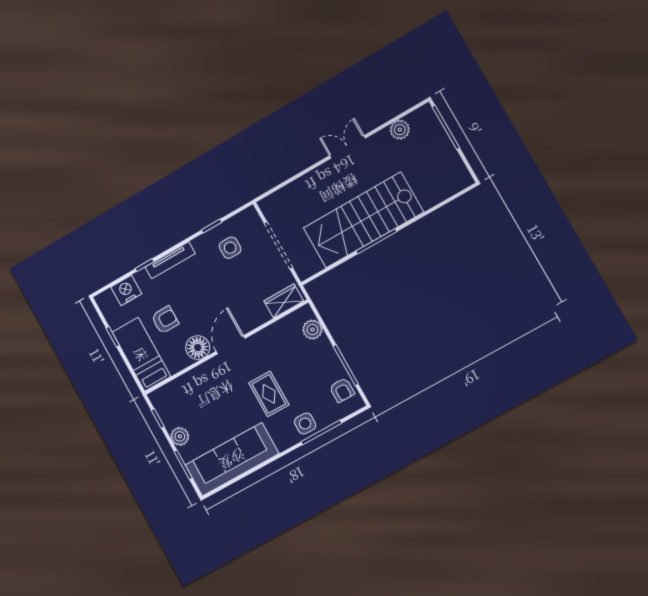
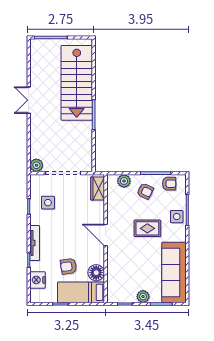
plant: (400, 130) -> (36, 165), moved
stairs: (363, 220) -> (77, 83), moved
armchair: (165, 320) -> (68, 266), turned -99
floor lamp: (198, 348) -> (96, 273), moved
armchair: (315, 364) -> (145, 191), added

